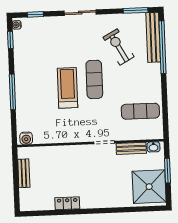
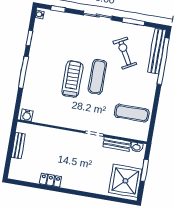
window: (135, 10) -> (133, 22), moved
window: (10, 40) -> (29, 38), moved

